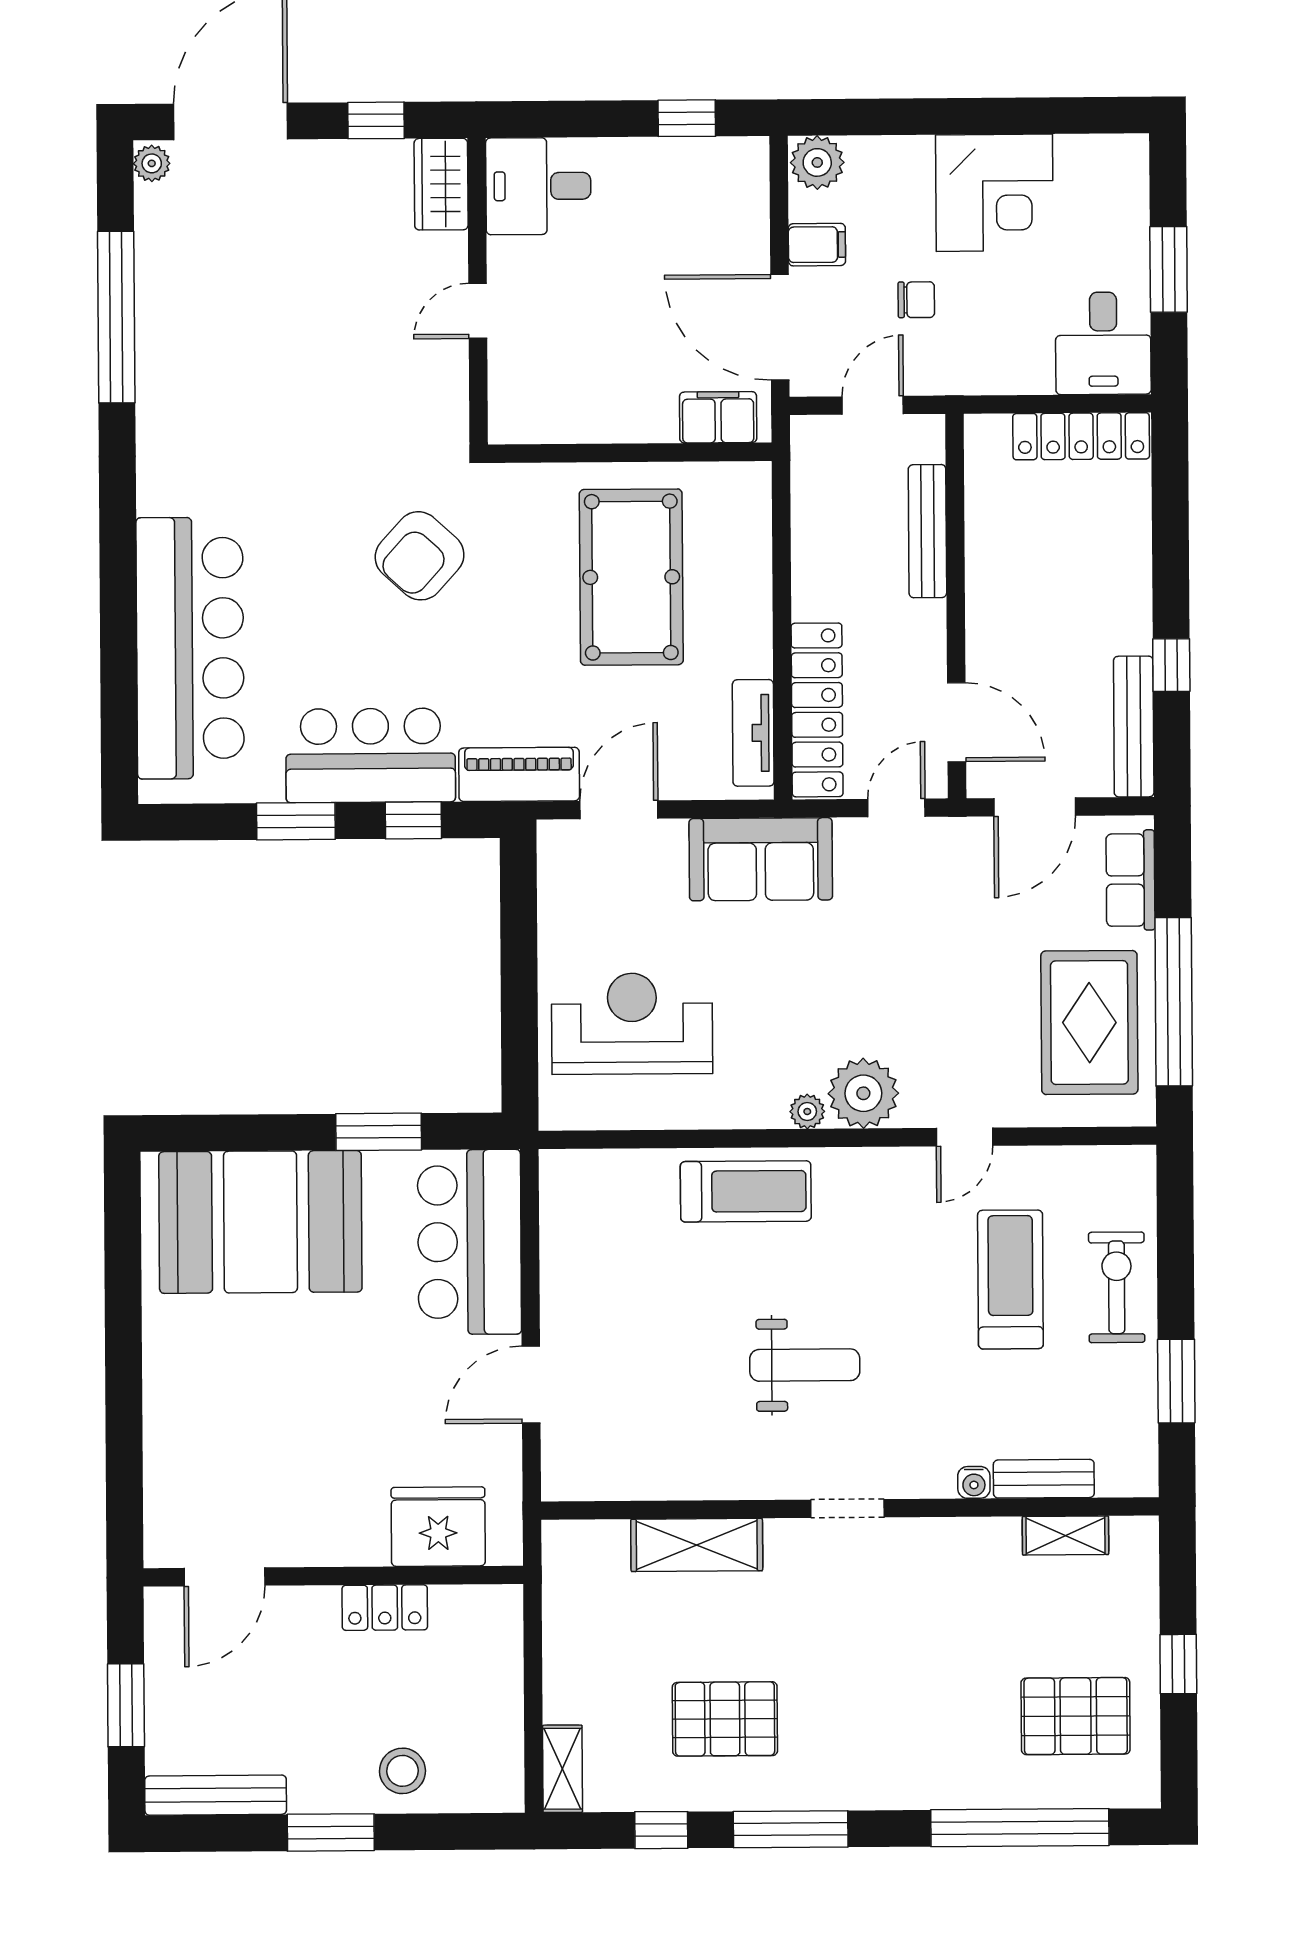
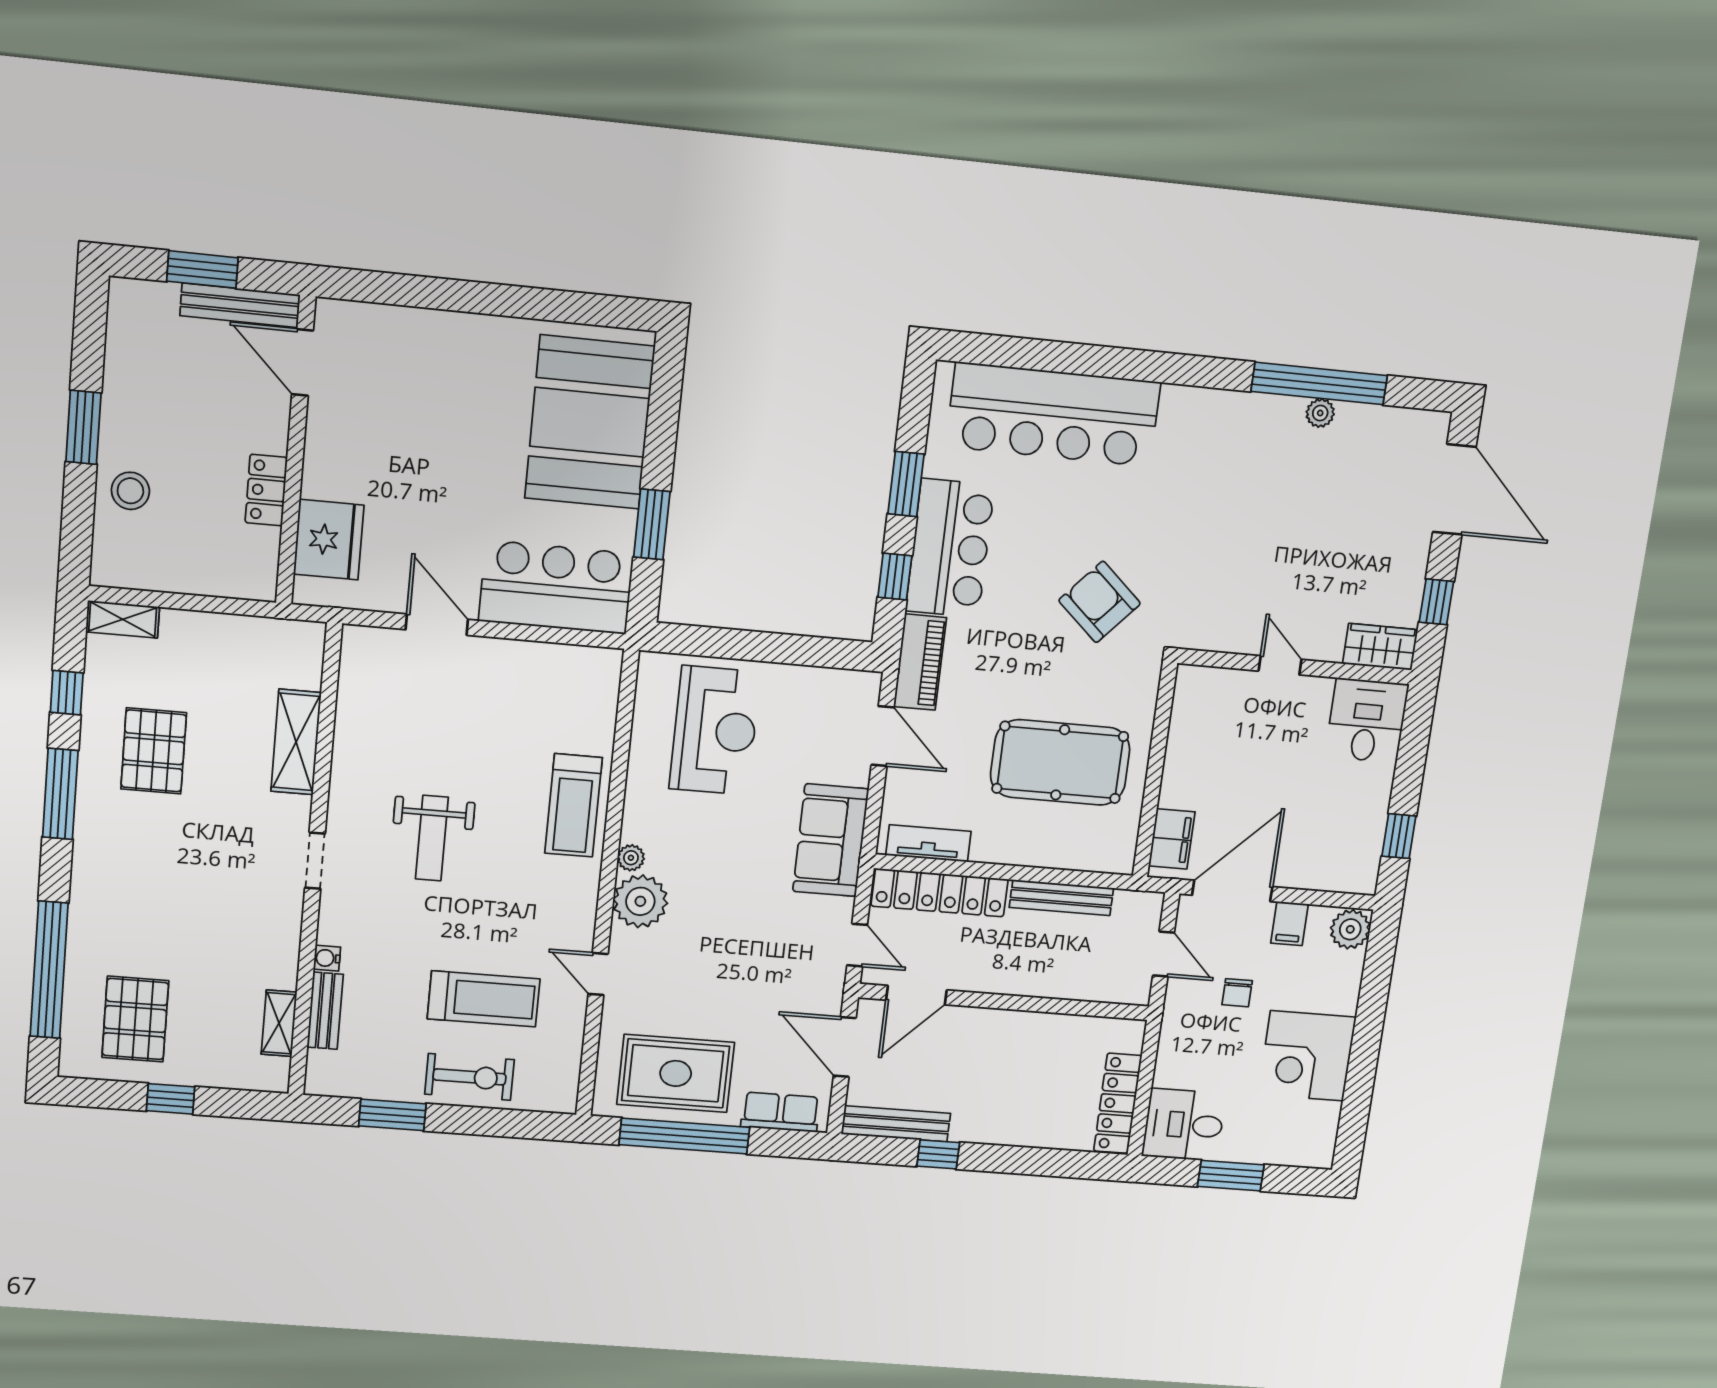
plant: (152, 163) -> (1320, 413), moved
bench: (927, 531) -> (1061, 898), moved
bench: (216, 1795) -> (240, 305), moved, turned 90

